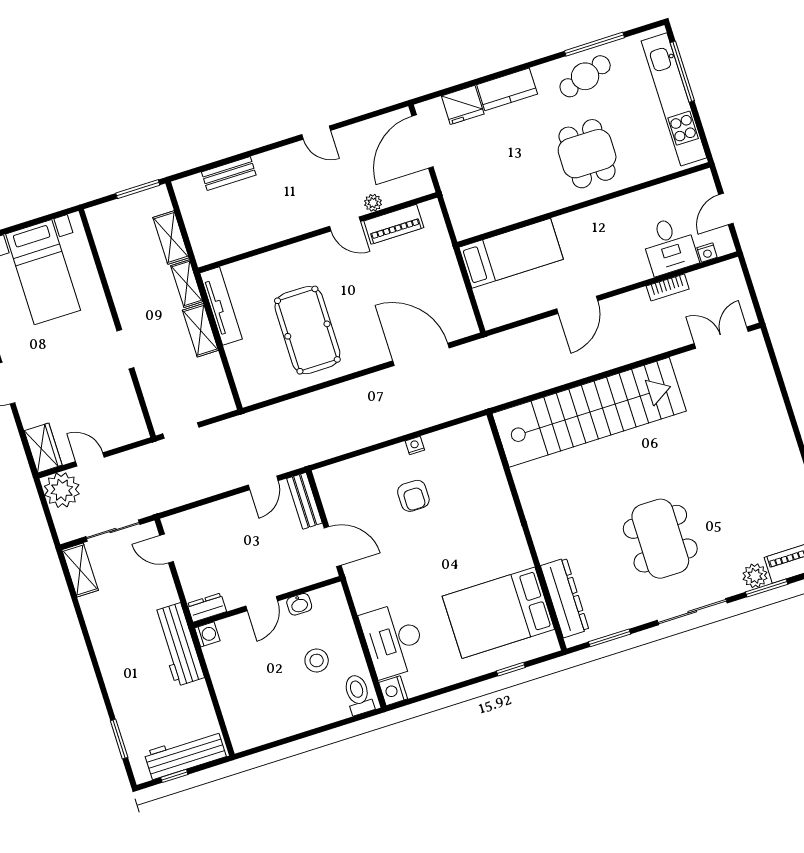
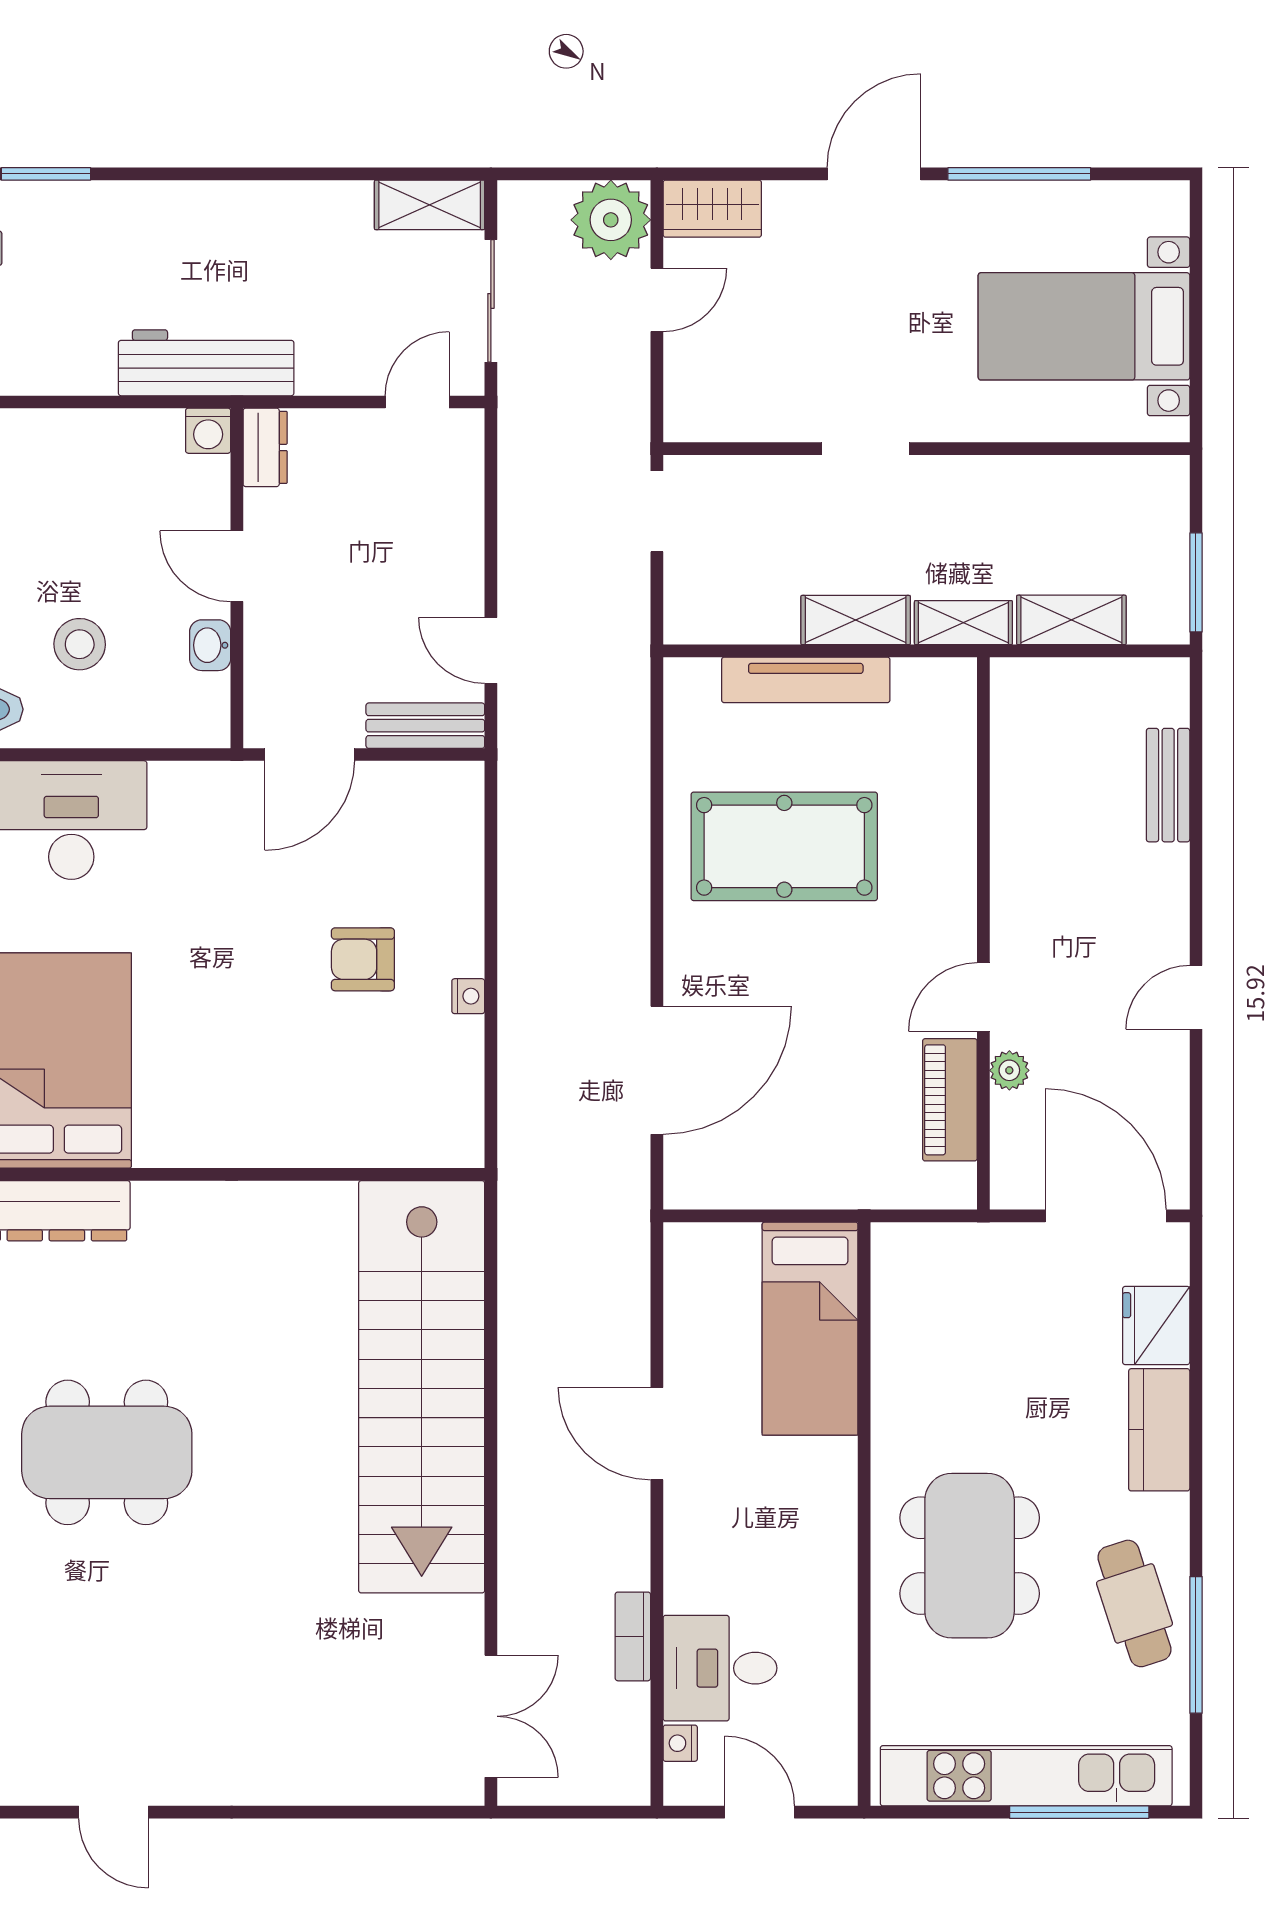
dining table: (587, 154) -> (970, 1556), width x1.38
tv unit: (221, 306) -> (806, 680), moved

